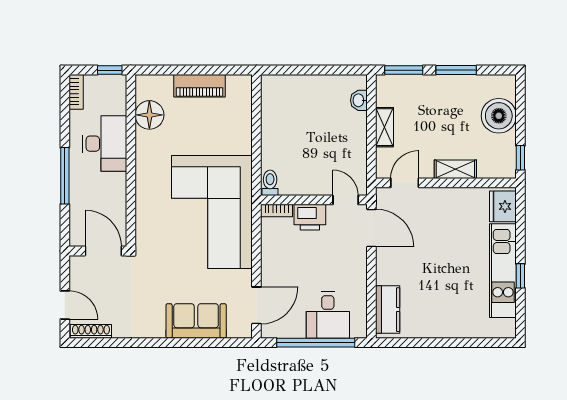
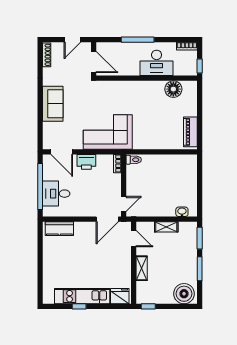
piano: (200, 86) -> (190, 132), moved
boiler: (499, 116) -> (184, 294), moved
corner sofa: (212, 212) -> (108, 132), width x0.73, depth x0.74
printer: (310, 217) -> (86, 162), moved, turned -90
door: (103, 251) -> (94, 62), hinge flipped
door: (65, 305) -> (72, 40), moved
sofa: (196, 321) -> (53, 104), moved

